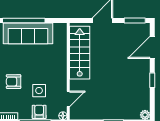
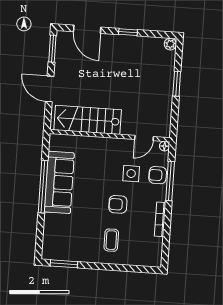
armchair: (14, 82) -> (118, 204), turned 90
door: (68, 99) -> (144, 138), swing flipped

